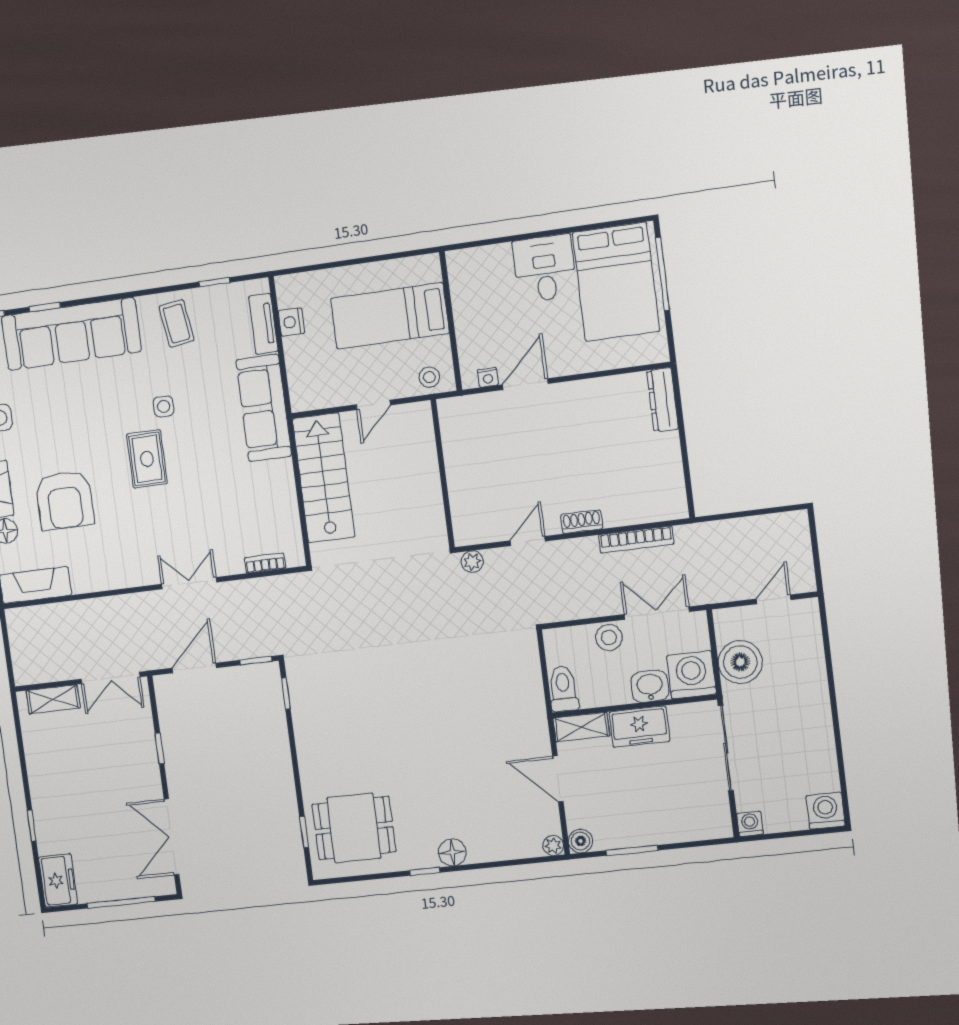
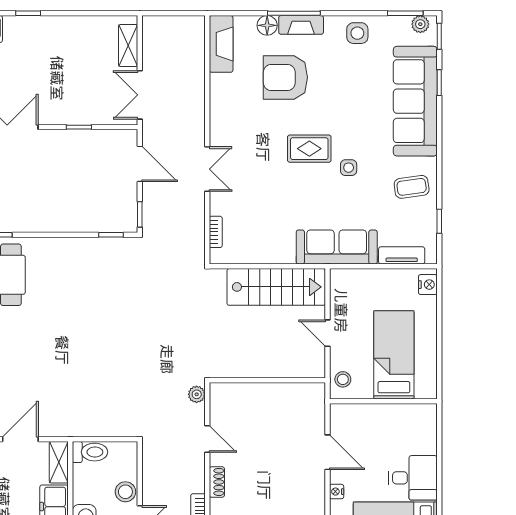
nightstand: (291, 322) -> (428, 285), moved, turned 90
nightstand: (488, 377) -> (337, 492), moved

